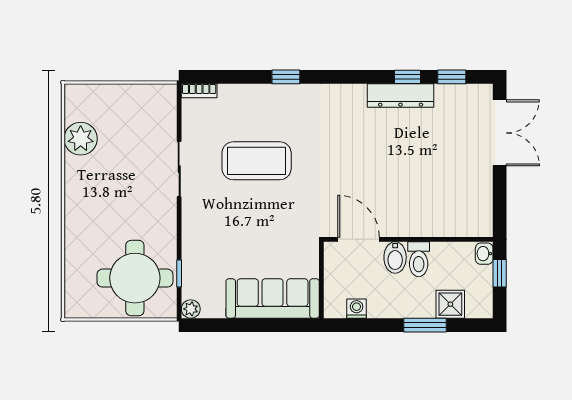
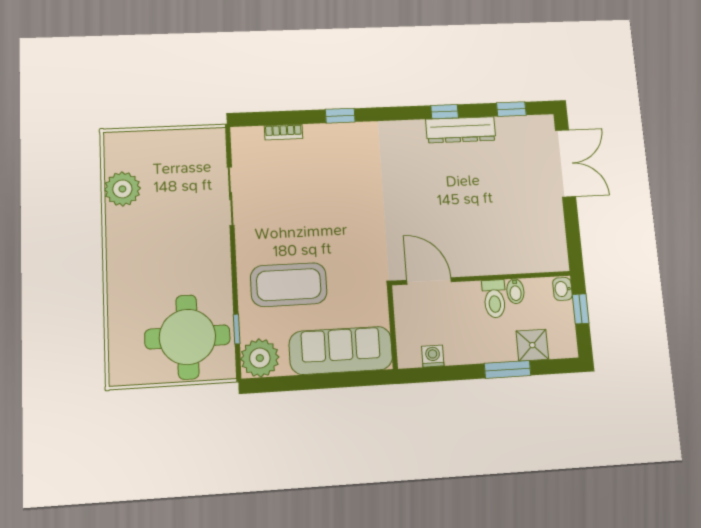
window: (407, 77) -> (445, 112), moved
bookcase: (199, 91) -> (283, 132), moved
coffee table: (257, 161) -> (289, 285), moved
sliding door: (179, 169) -> (231, 196), moved
bidet: (395, 257) -> (515, 291), moved, width x0.72, depth x0.74
plant: (191, 309) -> (260, 358), width x1.87, depth x1.87

